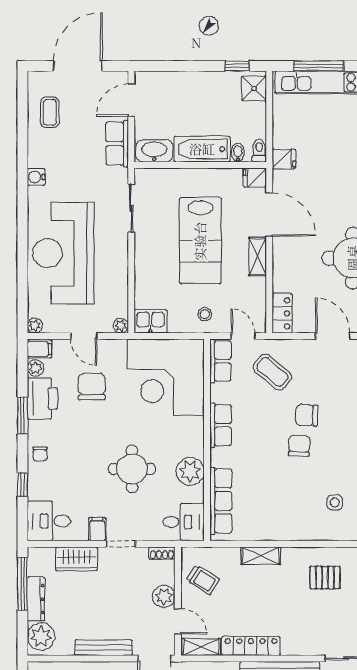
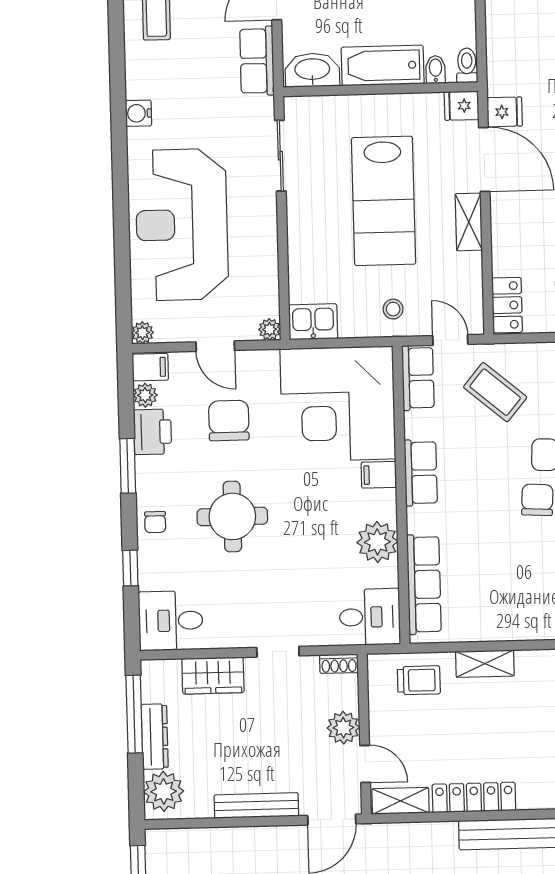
fridge: (284, 159) -> (505, 112), moved
printer: (42, 399) -> (153, 432), width x0.73, depth x0.84
round table: (132, 469) -> (232, 516), moved
filing cabinet: (97, 529) -> (379, 475), moved, turned -90
trolley: (203, 580) -> (419, 680), moved, turned -32

